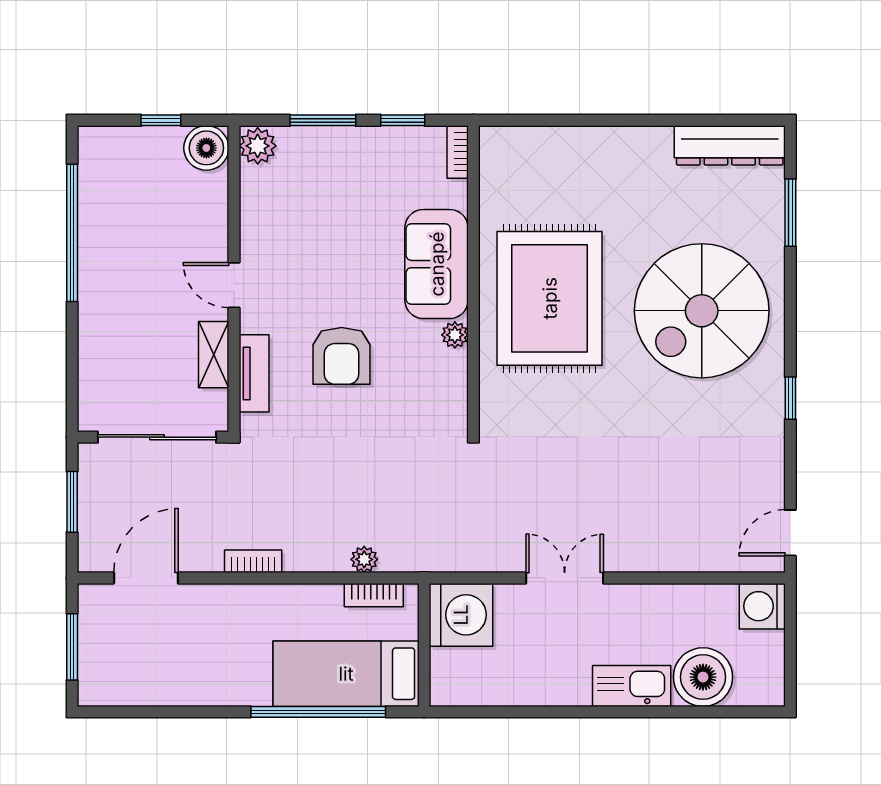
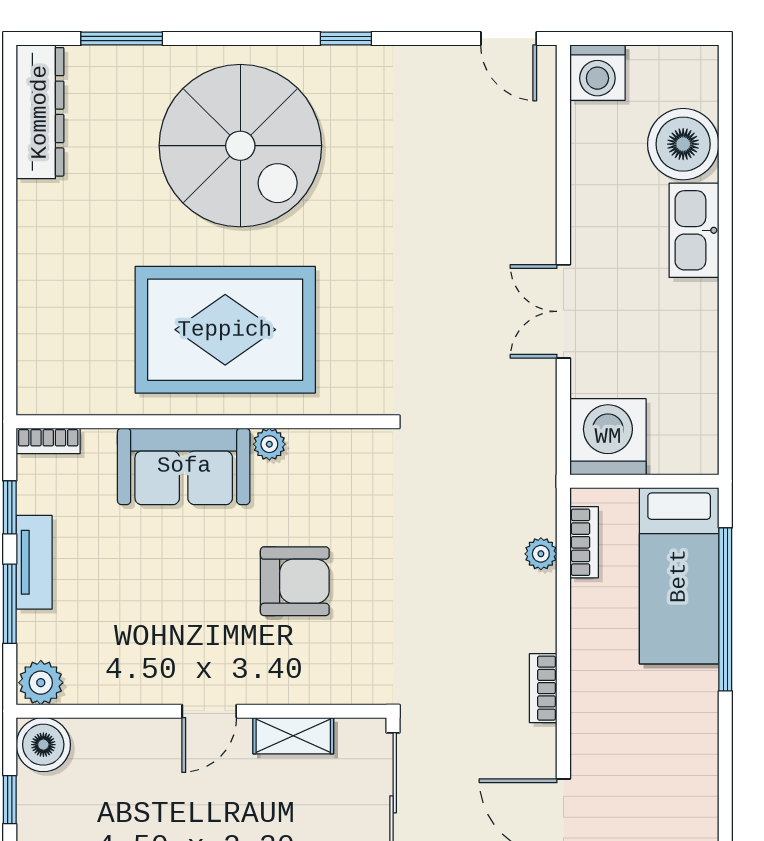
tv unit: (254, 373) -> (34, 562), moved, turned 90

